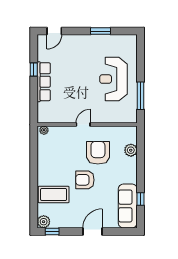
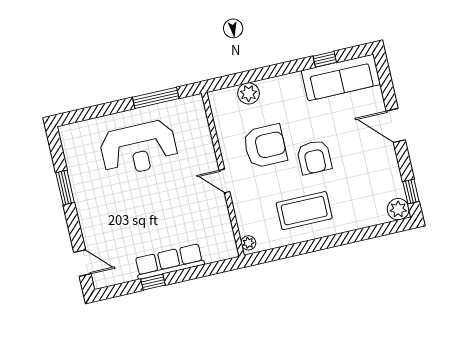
armchair: (98, 153) -> (265, 146), turned 180
coffee table: (54, 194) -> (304, 211), moved, turned 90

